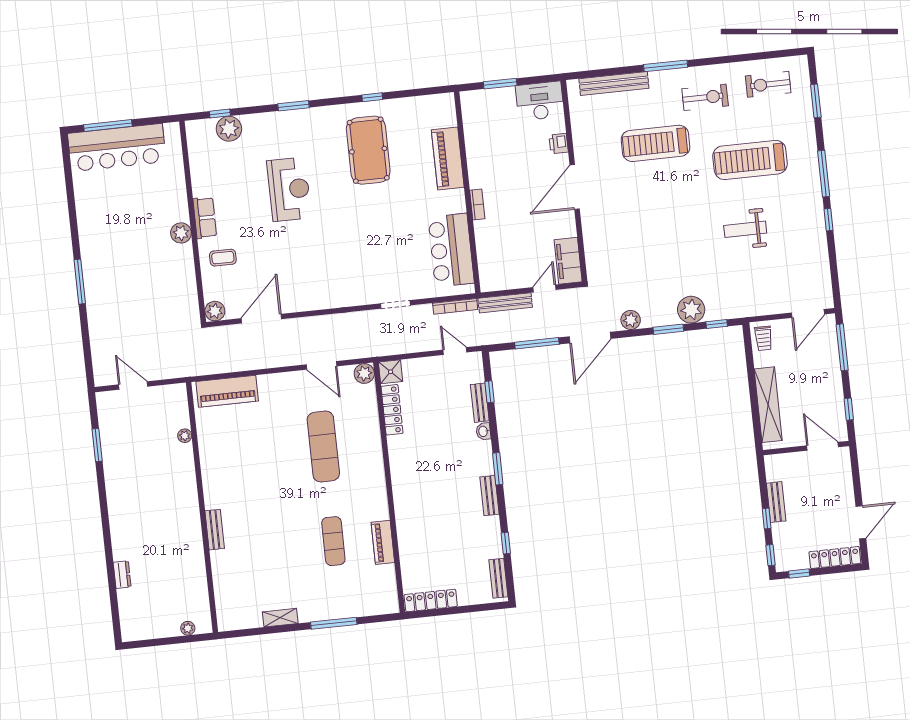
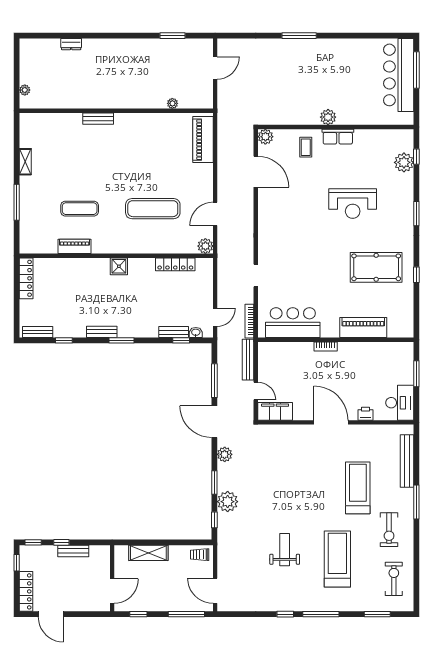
shower: (391, 372) -> (119, 266), moved
shelving: (768, 405) -> (148, 553), width x0.68
washbasin: (483, 431) -> (196, 333), moved

